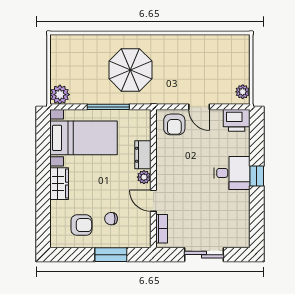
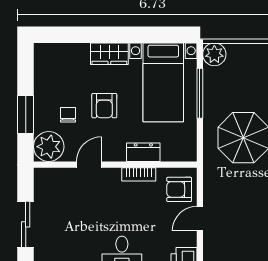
window: (108, 107) -> (200, 93), moved
plant: (144, 177) -> (49, 147), moved, width x1.87, depth x1.87
armchair: (81, 225) -> (104, 106), moved
bookcase: (162, 229) -> (139, 174), moved

